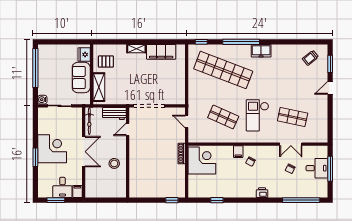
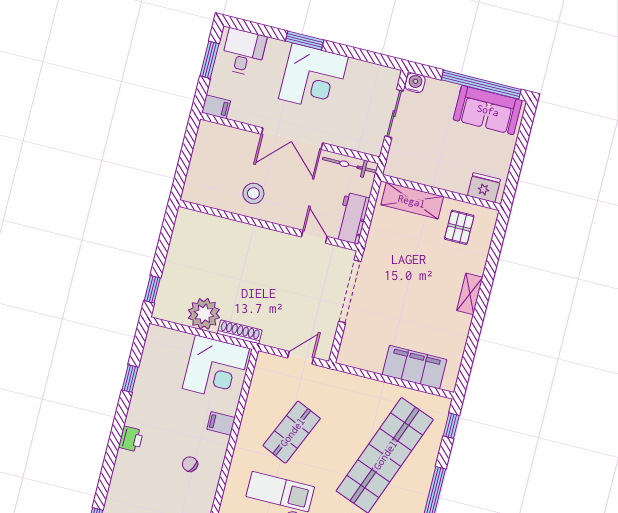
filing cabinet: (161, 52) -> (414, 367), moved, turned 90
sofa: (81, 78) -> (488, 110), moved, turned 180
filing cabinet: (238, 152) -> (221, 423), moved
plant: (177, 173) -> (204, 314), added
desk: (62, 187) -> (243, 52), moved, turned 90
printer: (262, 193) -> (131, 439), moved

